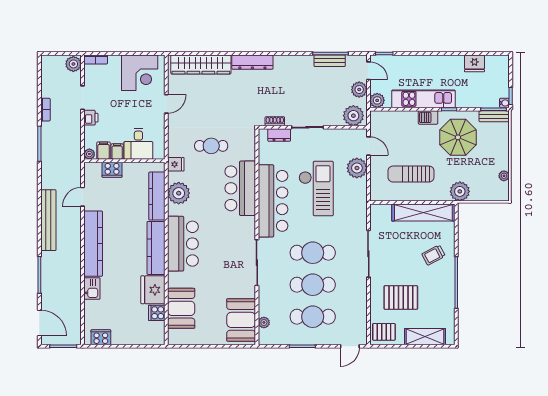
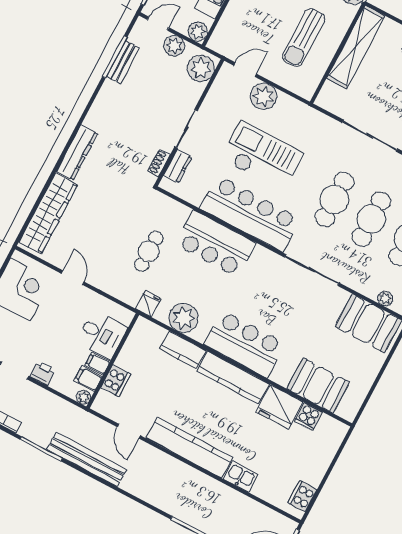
kitchen counter: (157, 196) -> (183, 350), width x0.67
bench: (48, 220) -> (87, 459), moved

